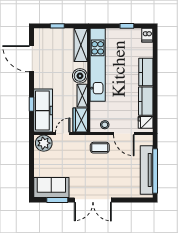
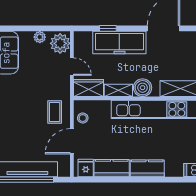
freezer: (43, 111) -> (119, 43), moved
plant: (39, 160) -> (40, 37), added

